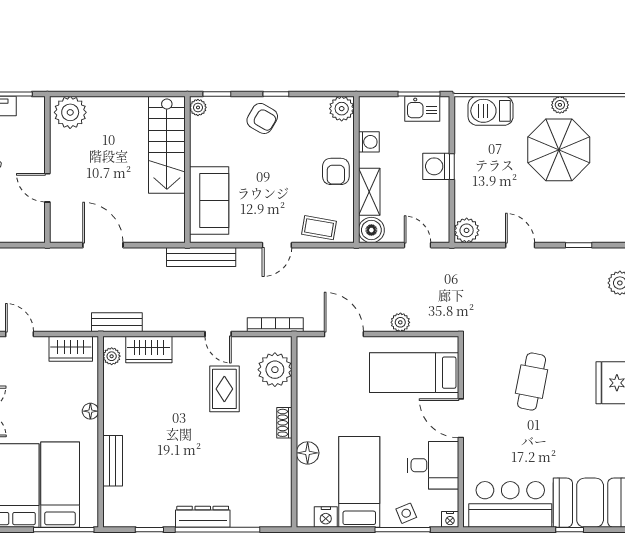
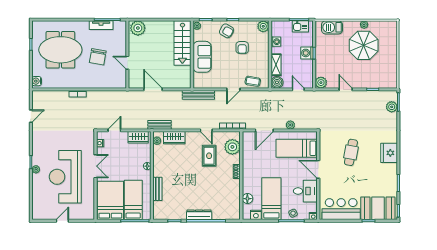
armchair: (336, 171) -> (242, 48), moved
sofa: (209, 201) -> (202, 57), moved
door: (20, 334) -> (114, 130), hinge flipped
door: (344, 334) -> (264, 130), swing flipped
floor lamp: (308, 453) -> (247, 199), moved

